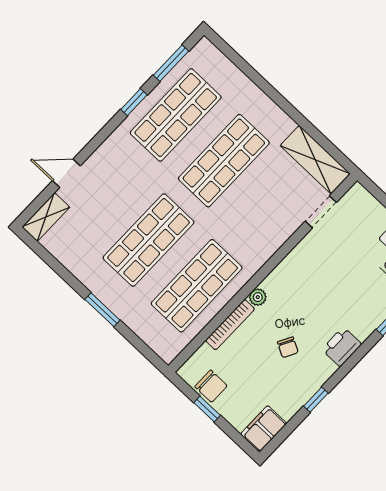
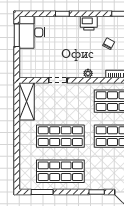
window: (134, 102) -> (97, 192), moved
doorway: (321, 212) -> (58, 80), moved
plant: (258, 297) -> (88, 73), moved

